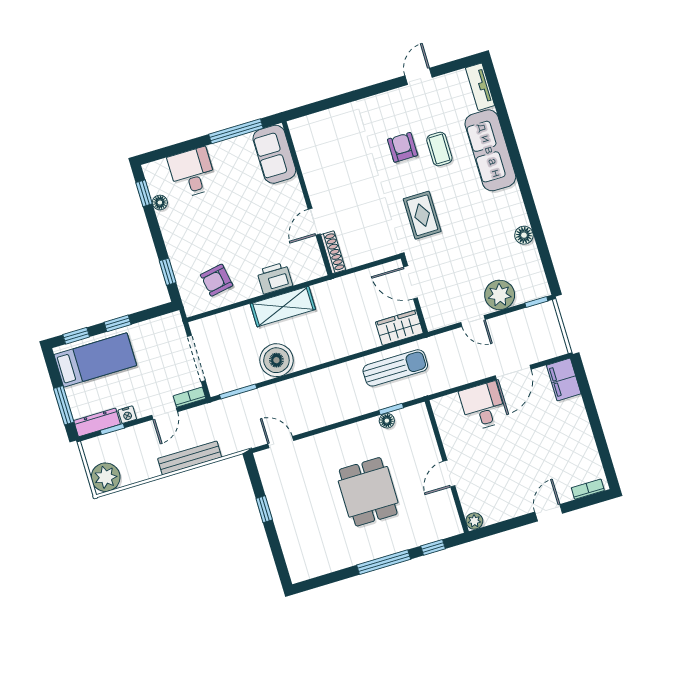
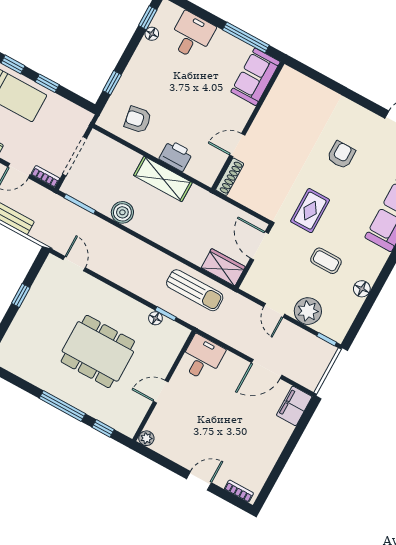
coffee table: (439, 149) -> (326, 261), moved, turned 90
boiler: (276, 360) -> (122, 212), width x0.73, depth x0.73
desk: (483, 406) -> (202, 358), moved
dining table: (368, 492) -> (98, 351), width x1.38

